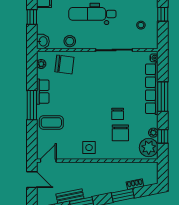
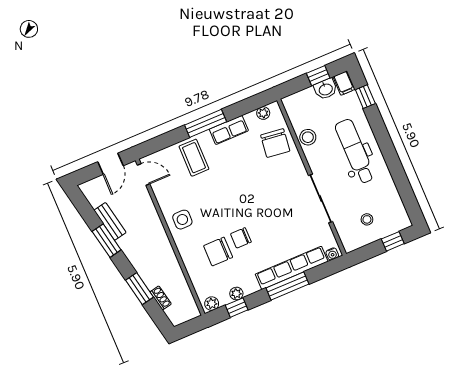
washbasin: (43, 41) -> (326, 89), moved
plant: (149, 148) -> (212, 304), width x0.53, depth x0.53

